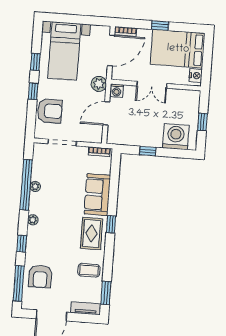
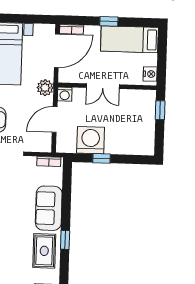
bed: (178, 49) -> (129, 39), width x0.67
window: (203, 122) -> (160, 110), moved
washing machine: (176, 137) -> (91, 140), moved

